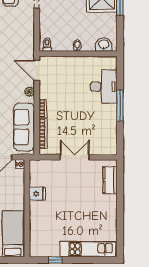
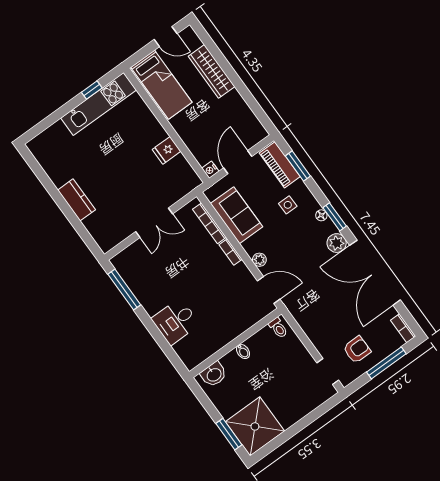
desk: (104, 87) -> (175, 321), width x0.73
window: (120, 106) -> (124, 290), moved
sofa: (24, 127) -> (236, 215), width x0.73
kitchen counter: (110, 180) -> (76, 200), moved
kitchen unit: (88, 249) -> (99, 104), moved

